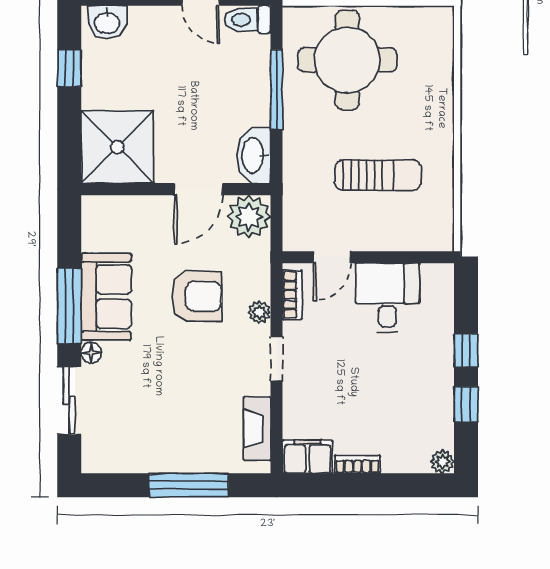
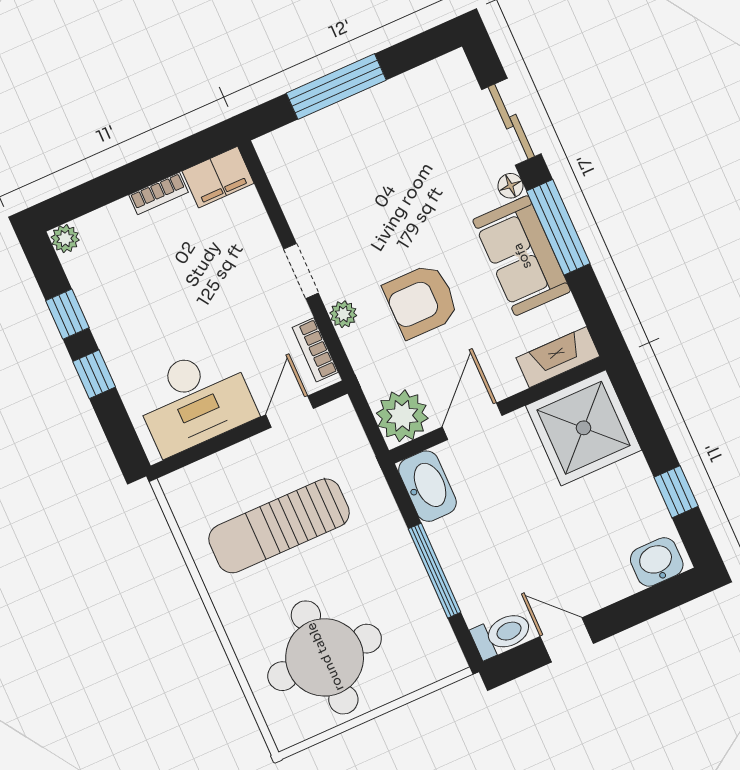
round table: (347, 60) -> (325, 657), moved
sun lounger: (378, 175) -> (279, 526), width x1.36, depth x1.34
desk: (387, 298) -> (195, 400), width x1.37
fireplace: (257, 429) -> (558, 357), moved, turned -90

